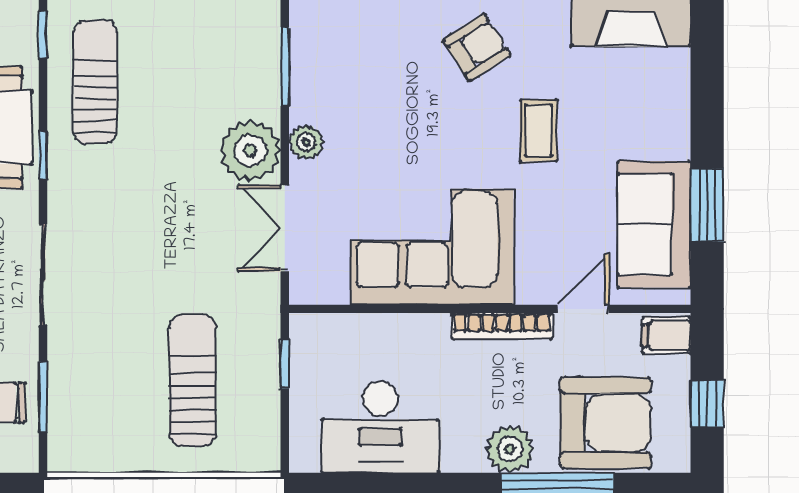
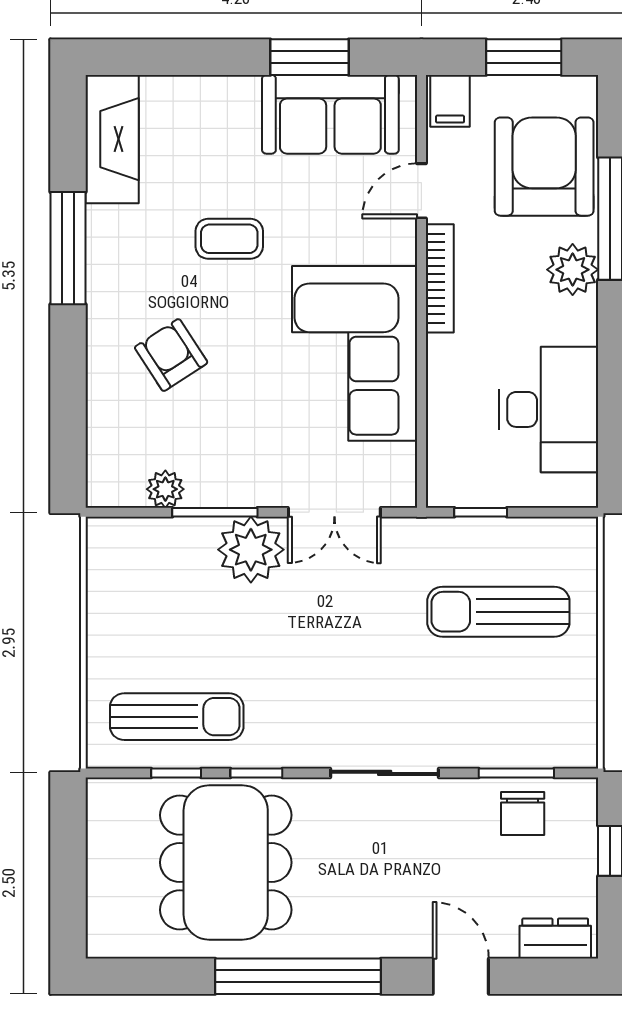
window: (43, 34) -> (176, 773), moved
armchair: (477, 47) -> (171, 355), moved
window: (285, 66) -> (215, 512), moved
sun lounger: (95, 82) -> (177, 717), turned 180
plant: (306, 142) -> (165, 489), moved
door: (583, 309) -> (421, 191), hinge flipped
window: (707, 404) -> (524, 57), width x1.50

